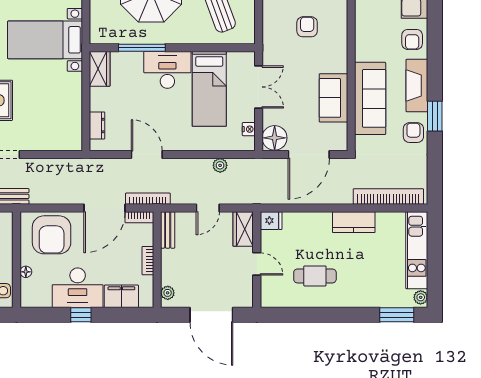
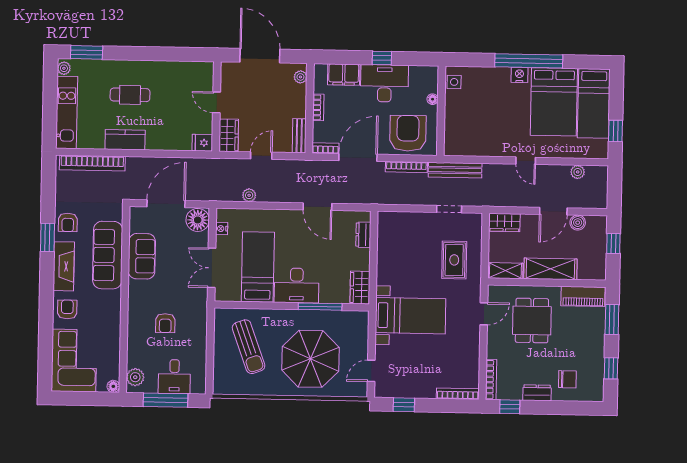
bookcase: (148, 199) -> (406, 167), moved
cafe table: (315, 276) -> (130, 95), moved

